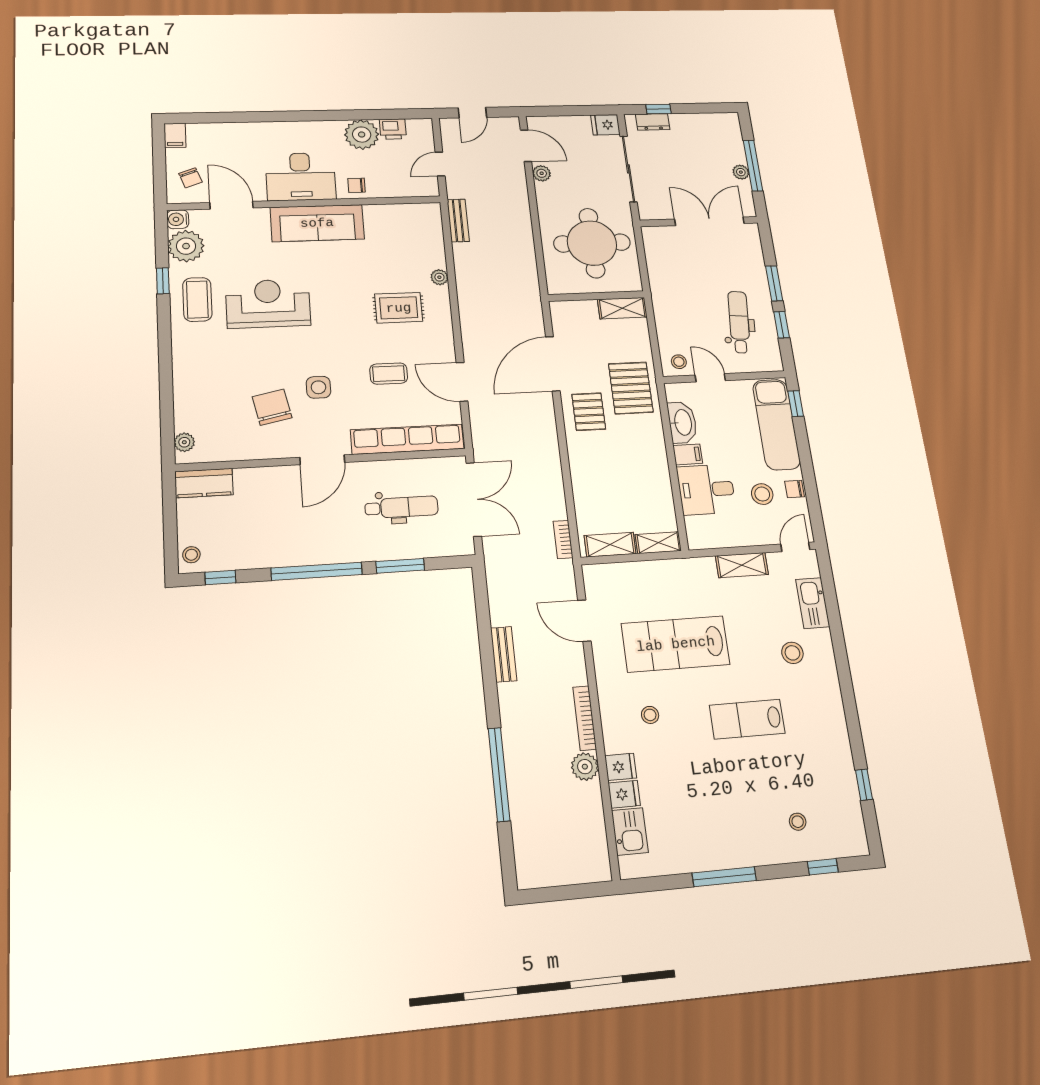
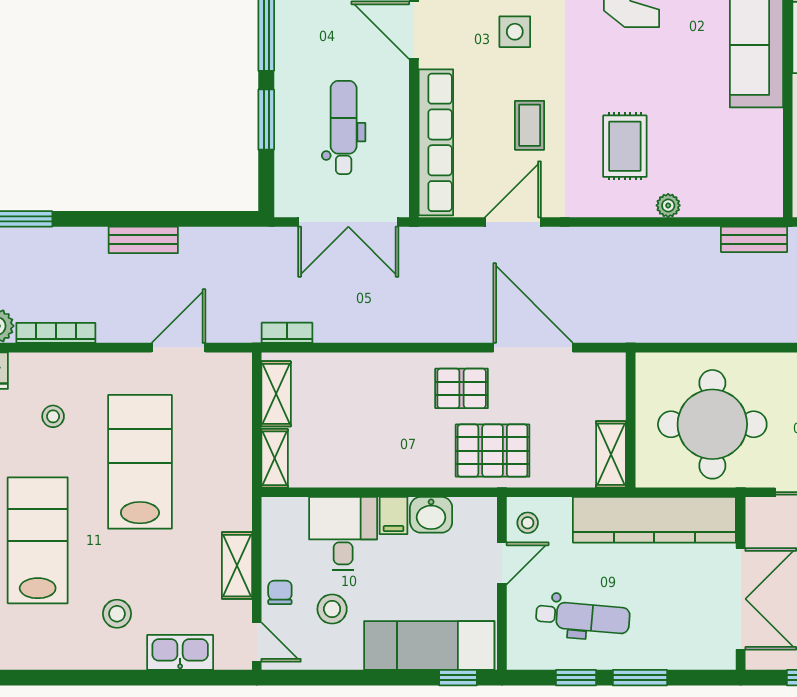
kitchen counter: (664, 278) -> (654, 520), added
washbasin: (682, 422) -> (431, 515), width x0.72
chair: (795, 489) -> (280, 592), moved
dental chair: (402, 507) -> (344, 127), turned 180
lab bench: (747, 719) -> (38, 540), width x1.36, depth x1.39

